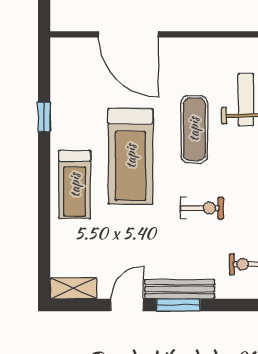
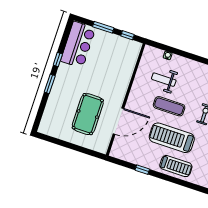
treadmill: (131, 156) -> (172, 138), turned 180

